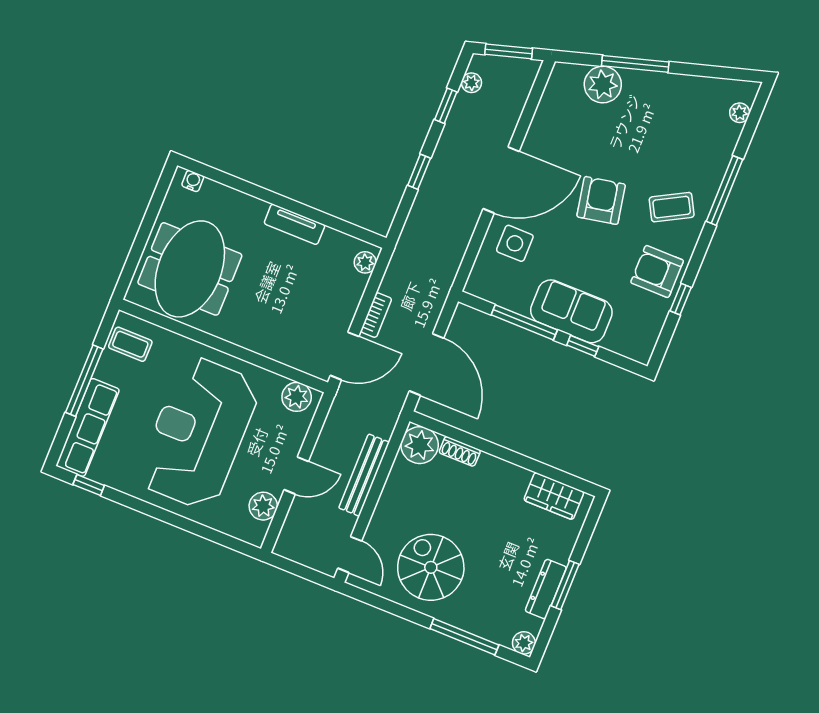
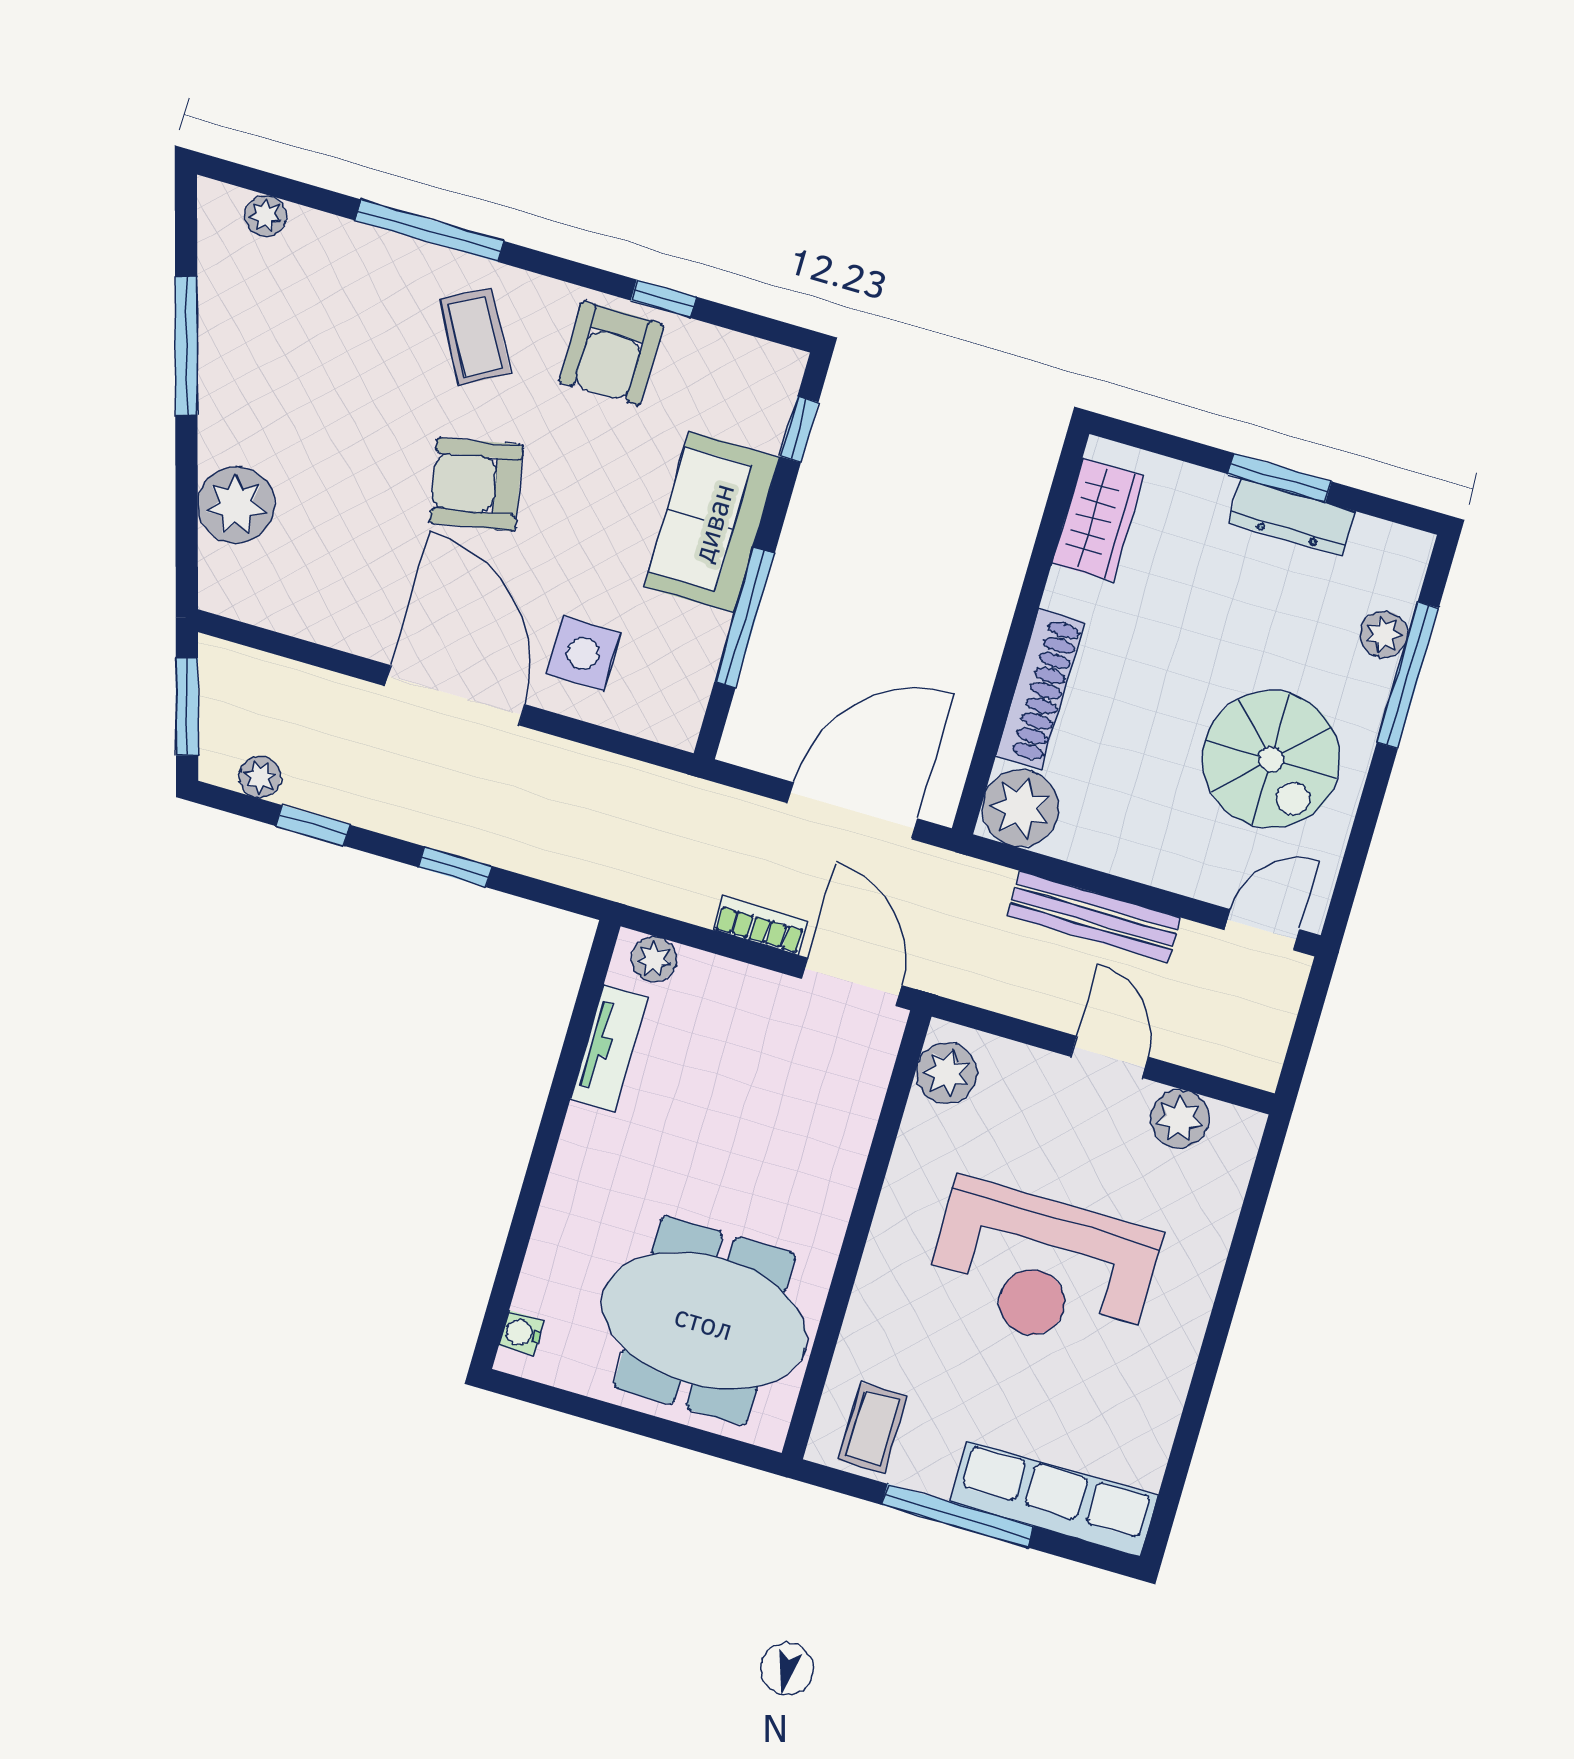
window: (635, 64) -> (186, 346), moved
tv unit: (294, 224) -> (609, 1048), moved
window: (583, 346) -> (799, 429), moved
reception desk: (198, 433) -> (1042, 1268), width x0.74, depth x0.77
shoe rack: (460, 451) -> (1040, 689), width x1.94, depth x1.24
window: (89, 485) -> (1173, 1484), removed
spiral stairs: (431, 567) -> (1271, 759), turned -90
plant: (524, 643) -> (1384, 634), moved

